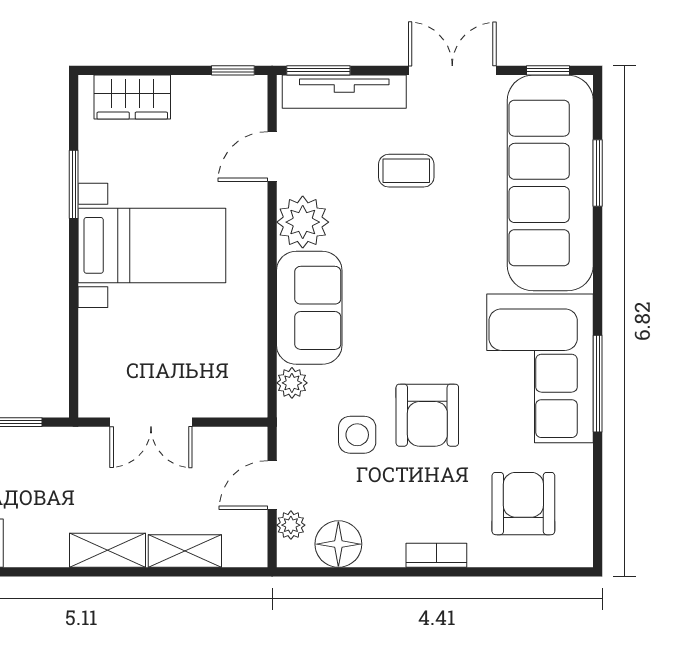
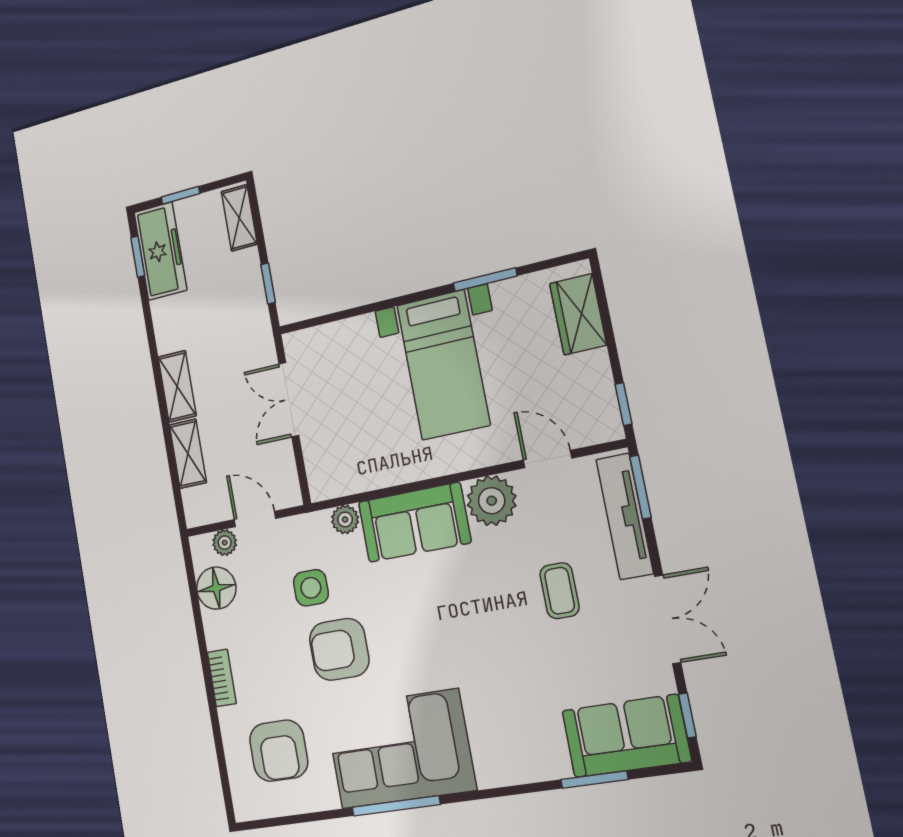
sofa: (550, 183) -> (626, 736), width x0.54, depth x0.79
armchair: (523, 504) -> (279, 751), turned 90

